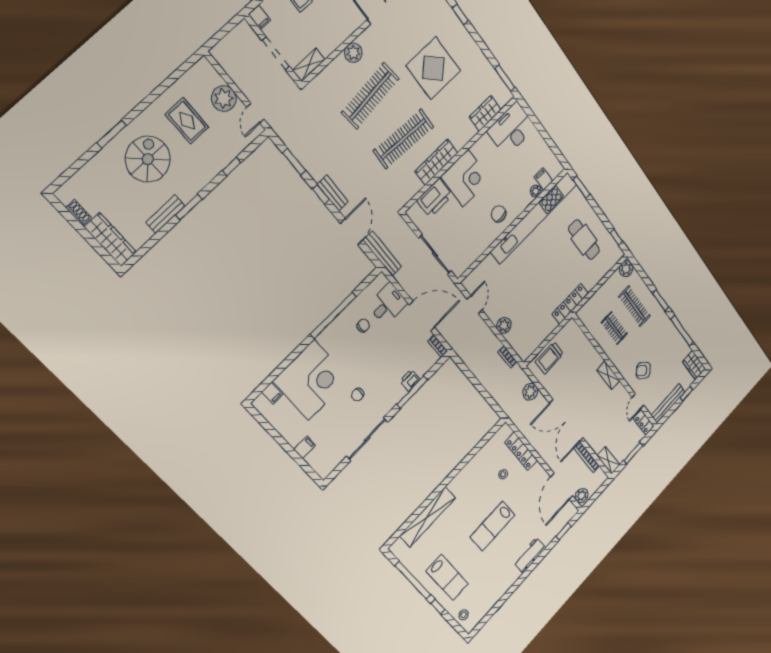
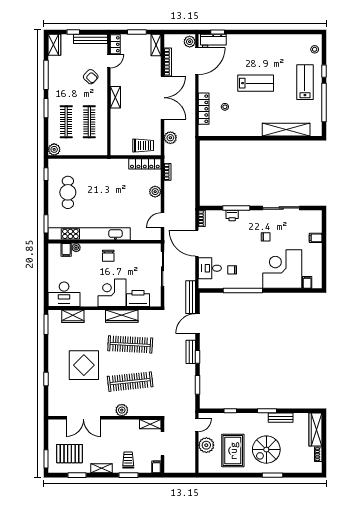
rug: (187, 121) -> (233, 451), width x1.36, depth x1.43
locker: (570, 304) -> (145, 164), moved
clothes rail: (614, 328) -> (89, 122), width x1.36
workbench: (530, 555) -> (213, 41), moved

